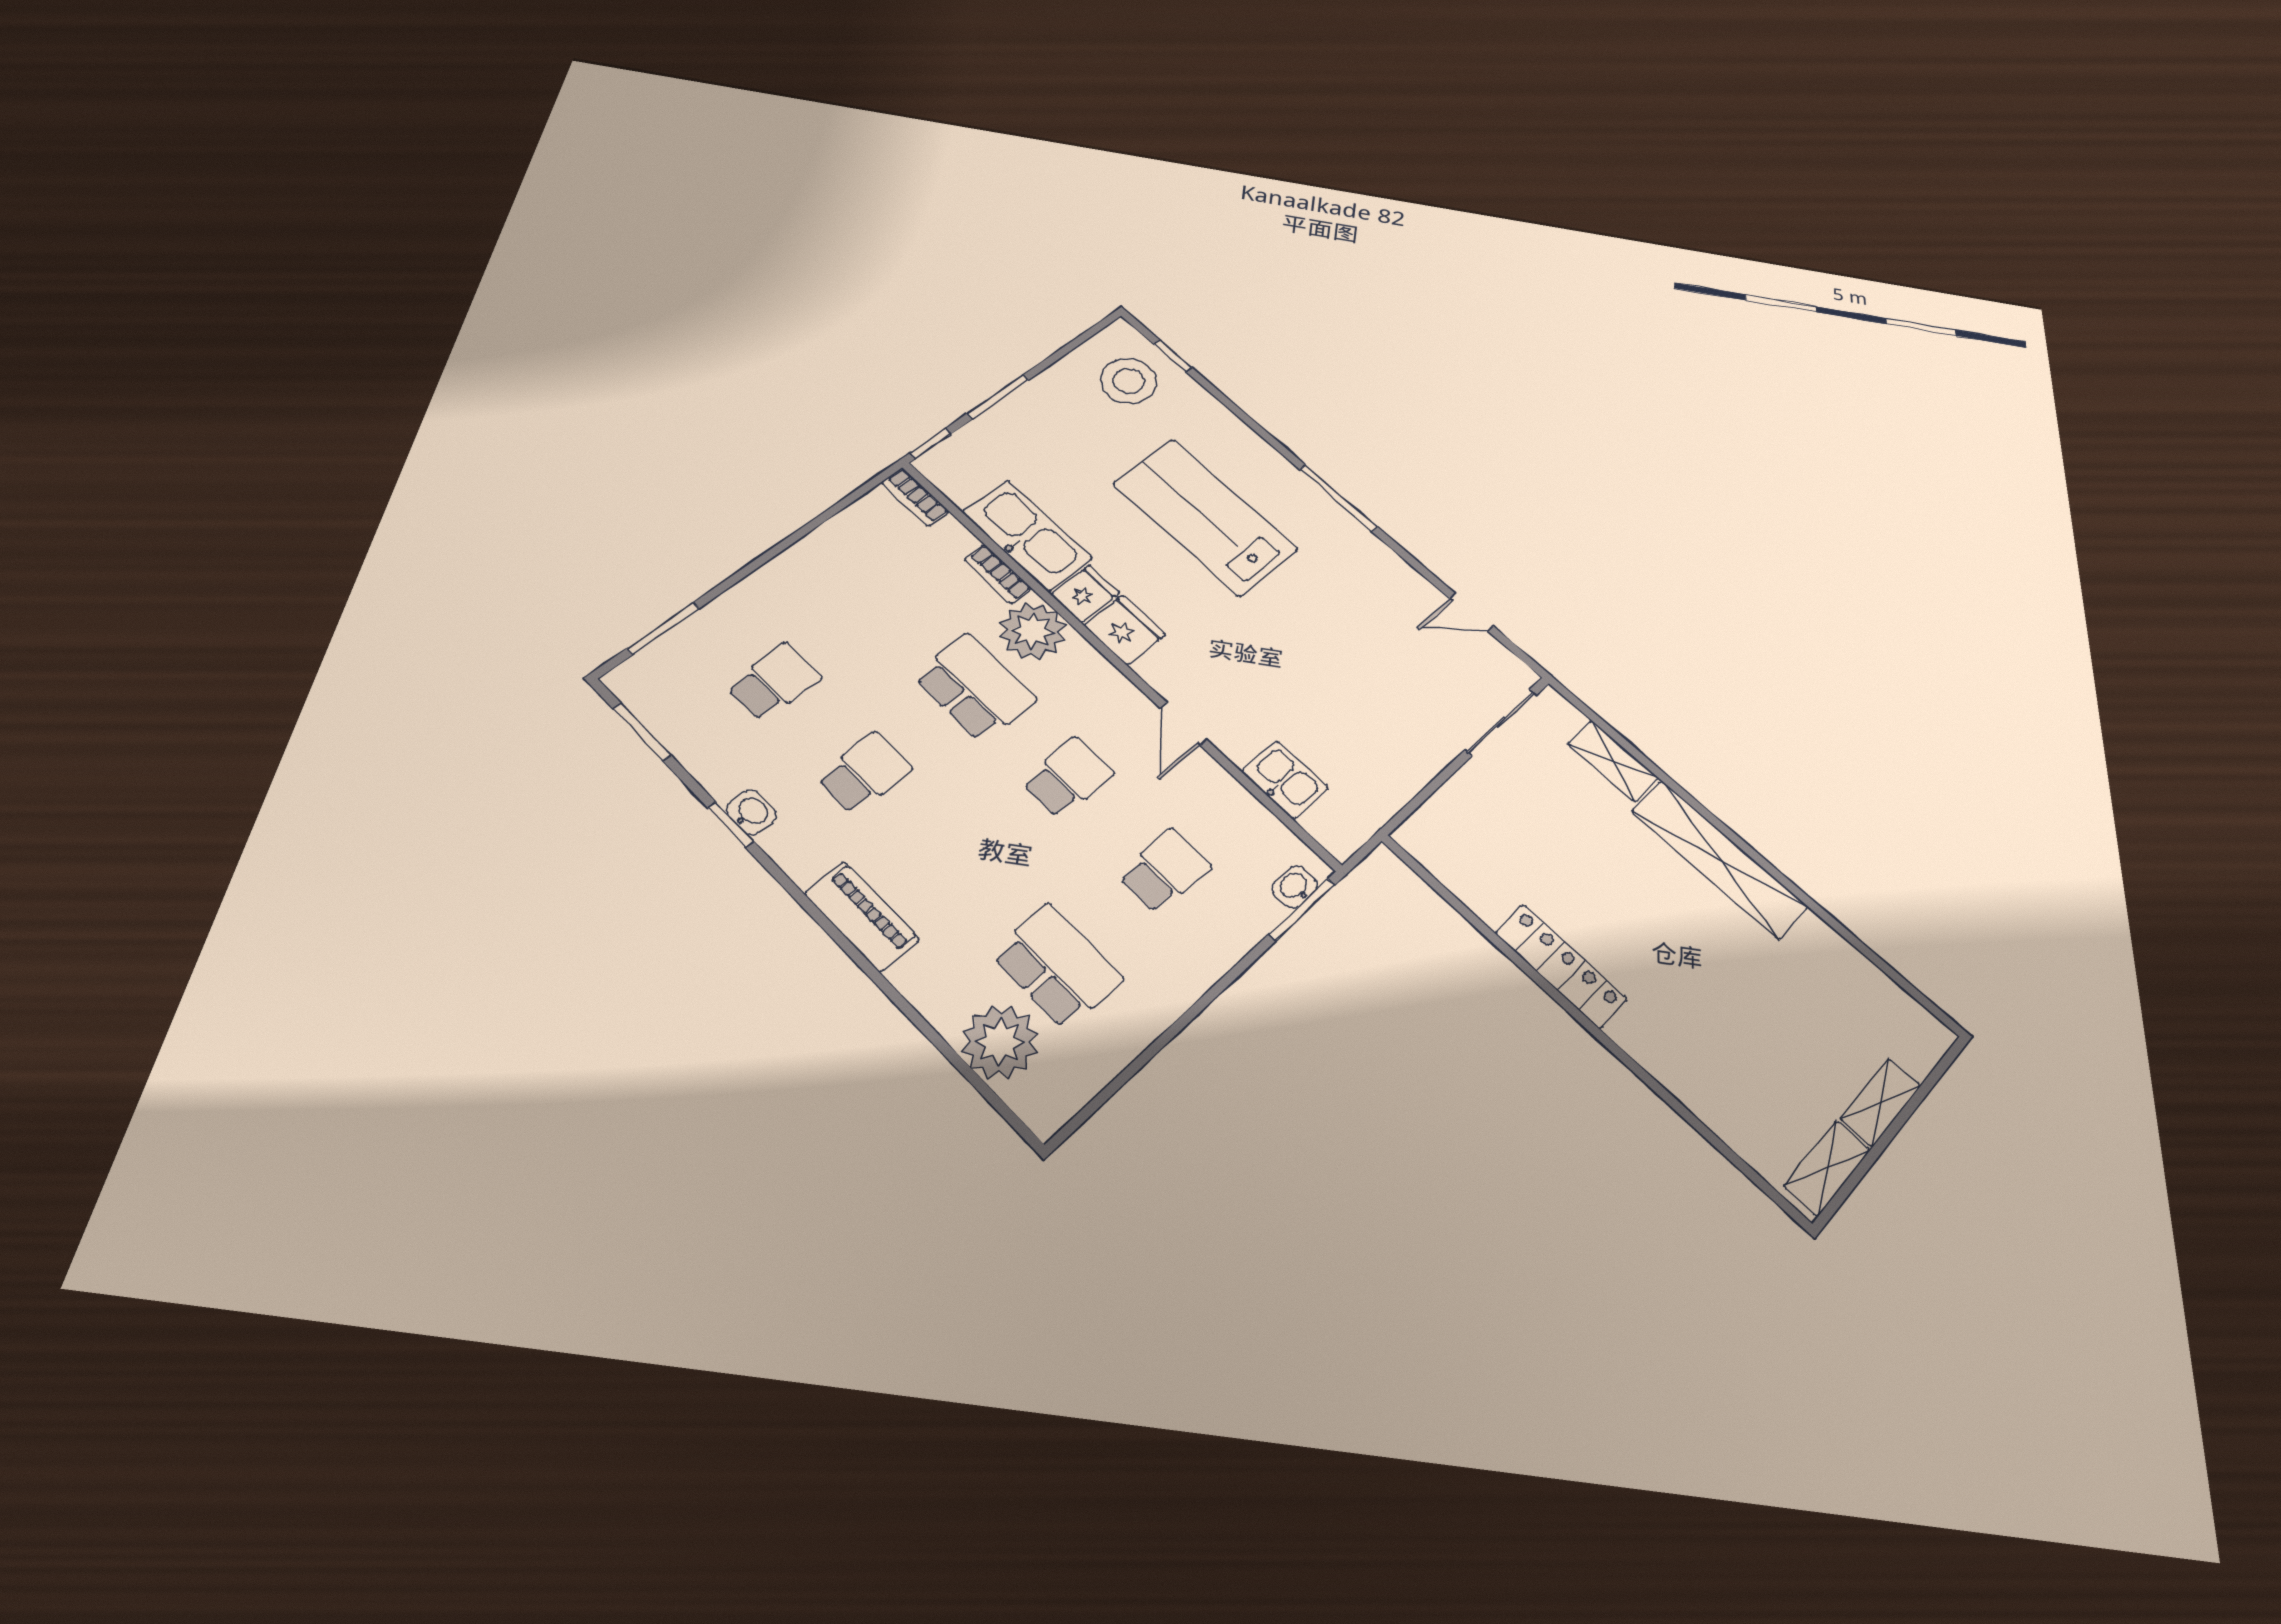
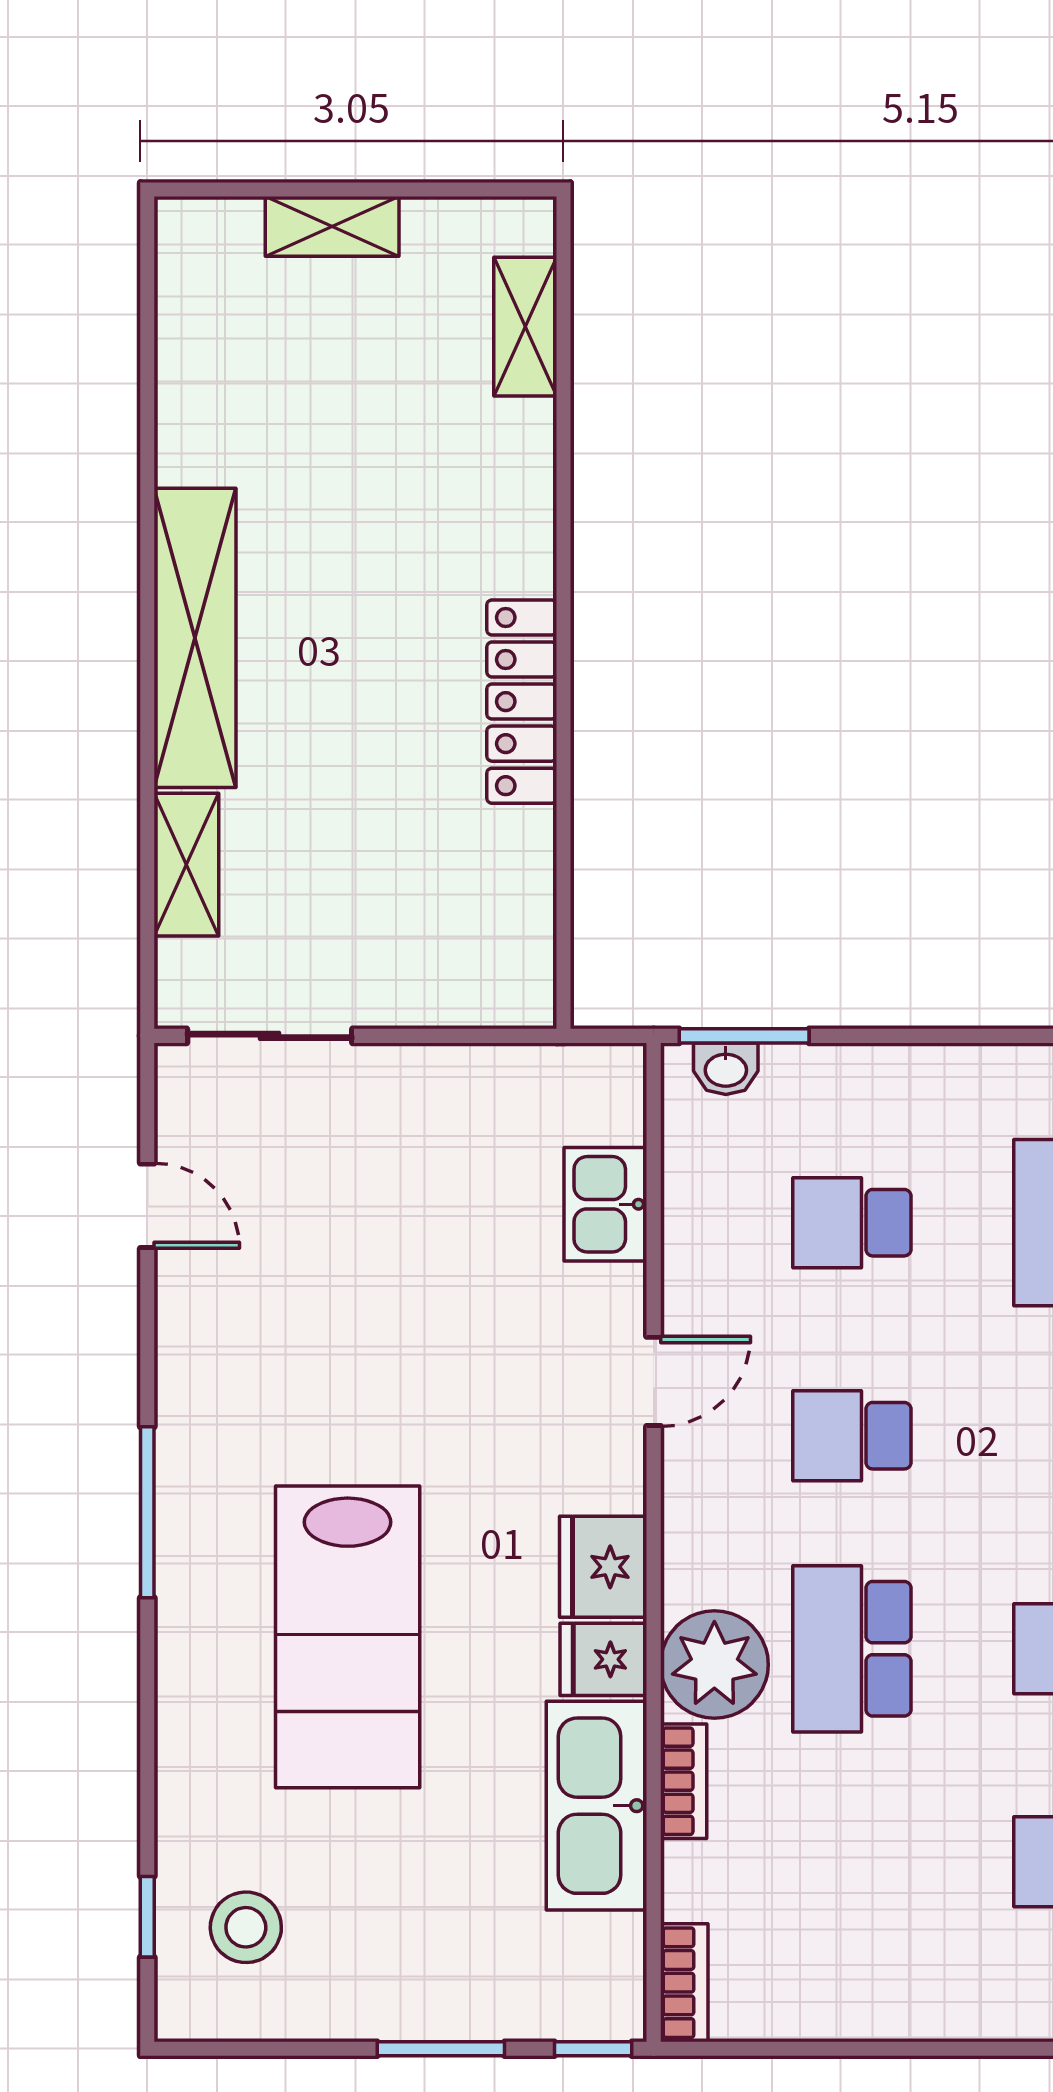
stool: (1129, 381) -> (246, 1927), width x0.73, depth x0.73
shelving: (1827, 1168) -> (525, 327), moved, turned 90

